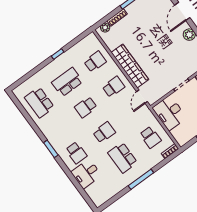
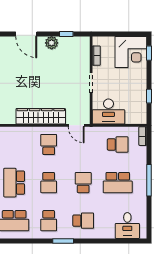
school desk: (95, 62) -> (49, 221), moved, turned 180
desk: (86, 174) -> (127, 226), moved

